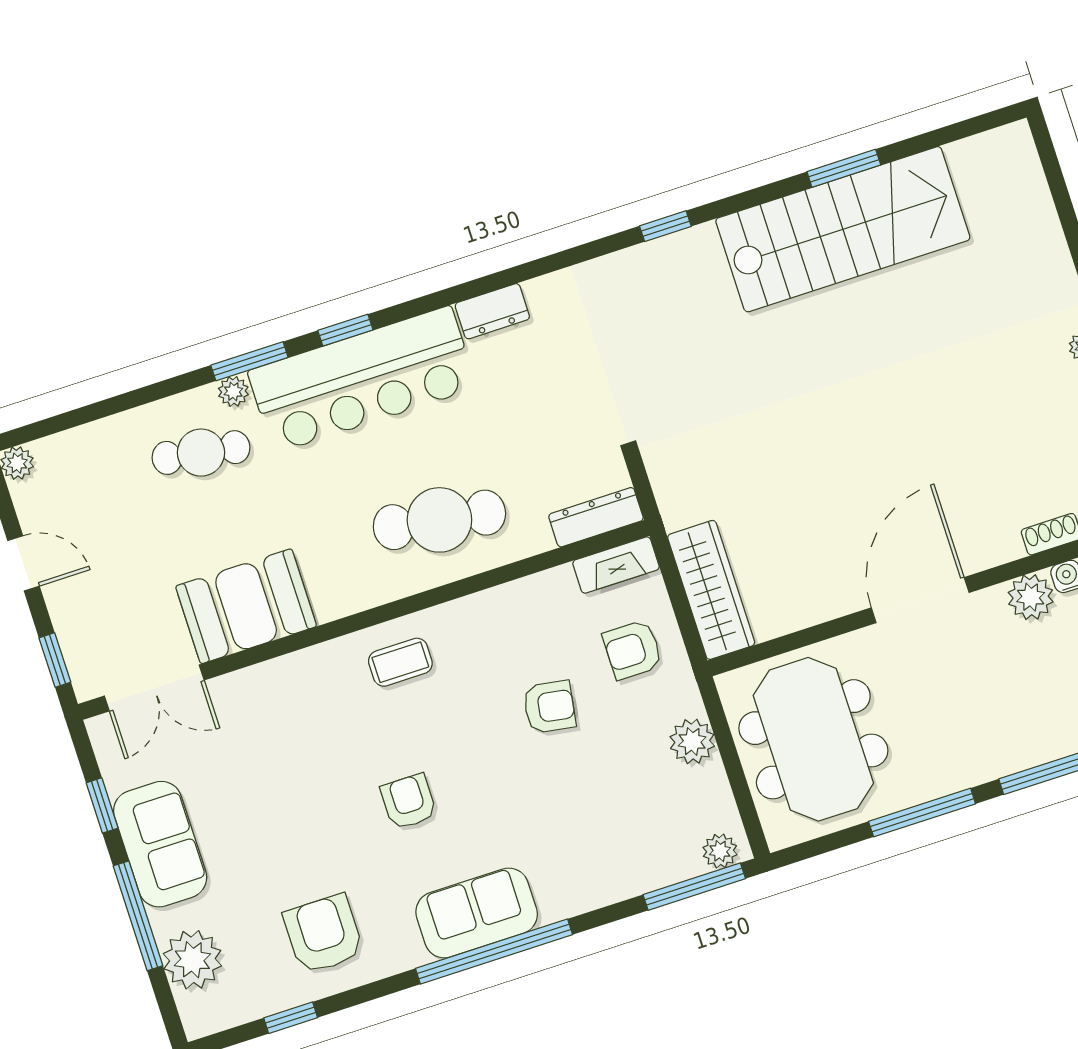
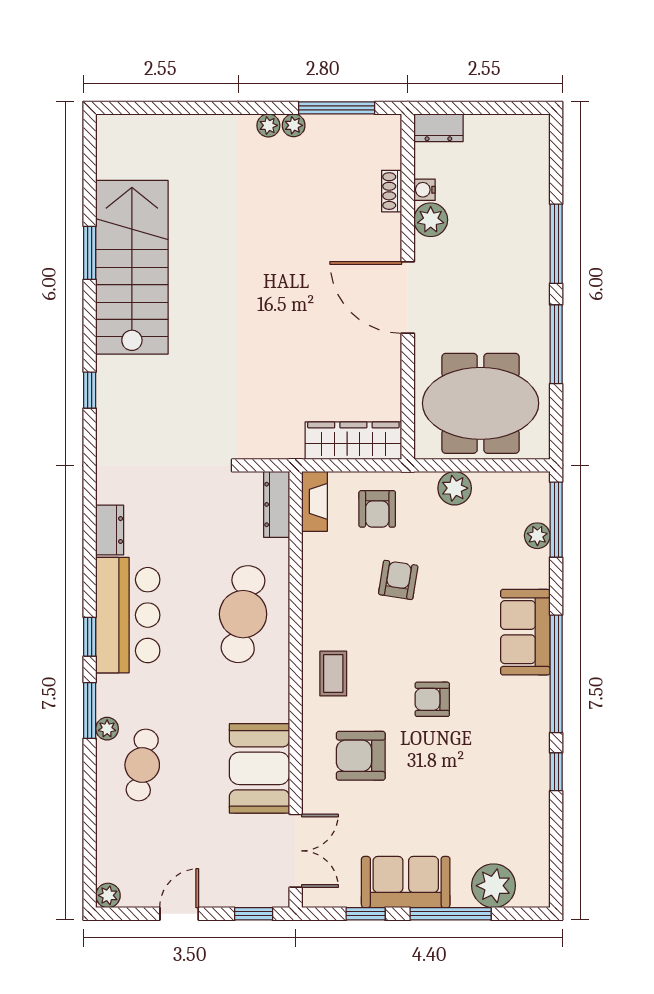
bar counter: (362, 379) -> (128, 615), width x0.73
plant: (720, 851) -> (537, 536), moved
sofa: (477, 913) -> (525, 632), moved
armchair: (323, 934) -> (361, 756), moved
window: (291, 1018) -> (556, 772), moved

